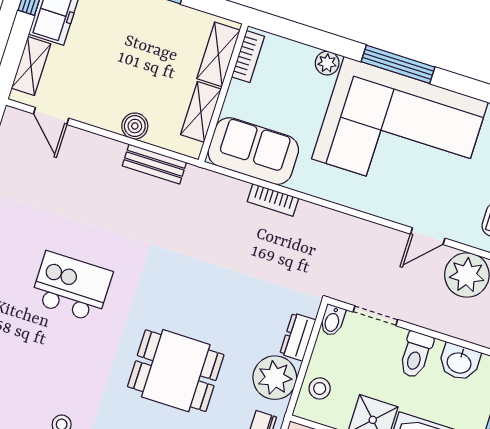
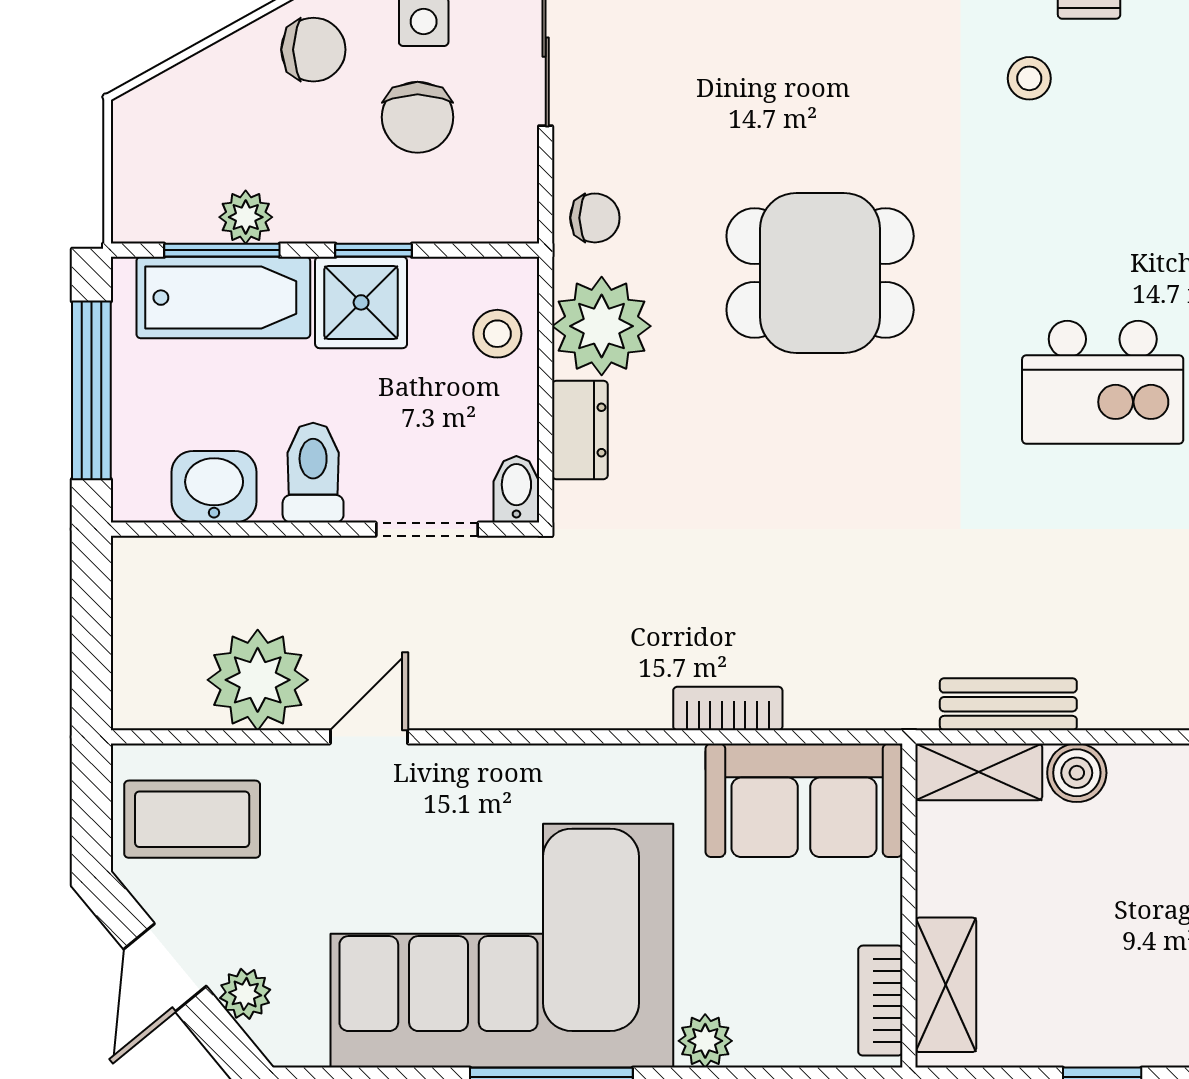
shelving: (201, 112) -> (979, 772), moved, turned 90

